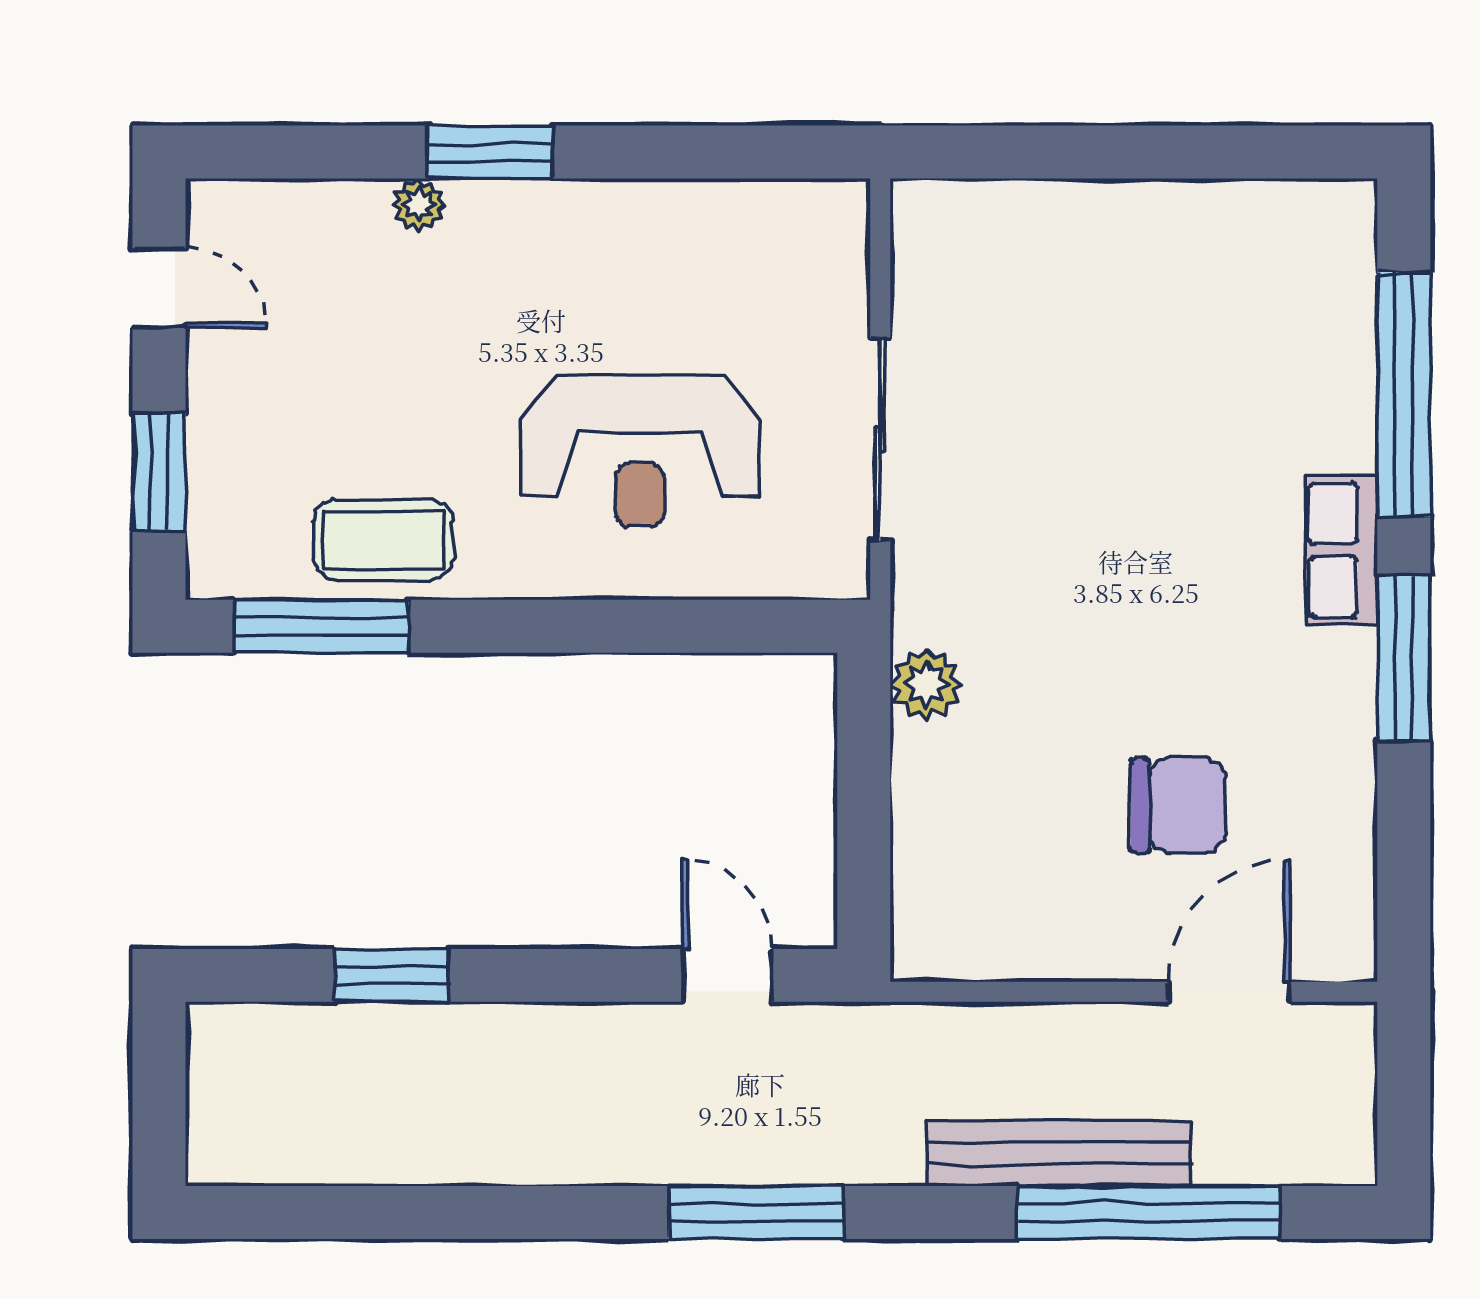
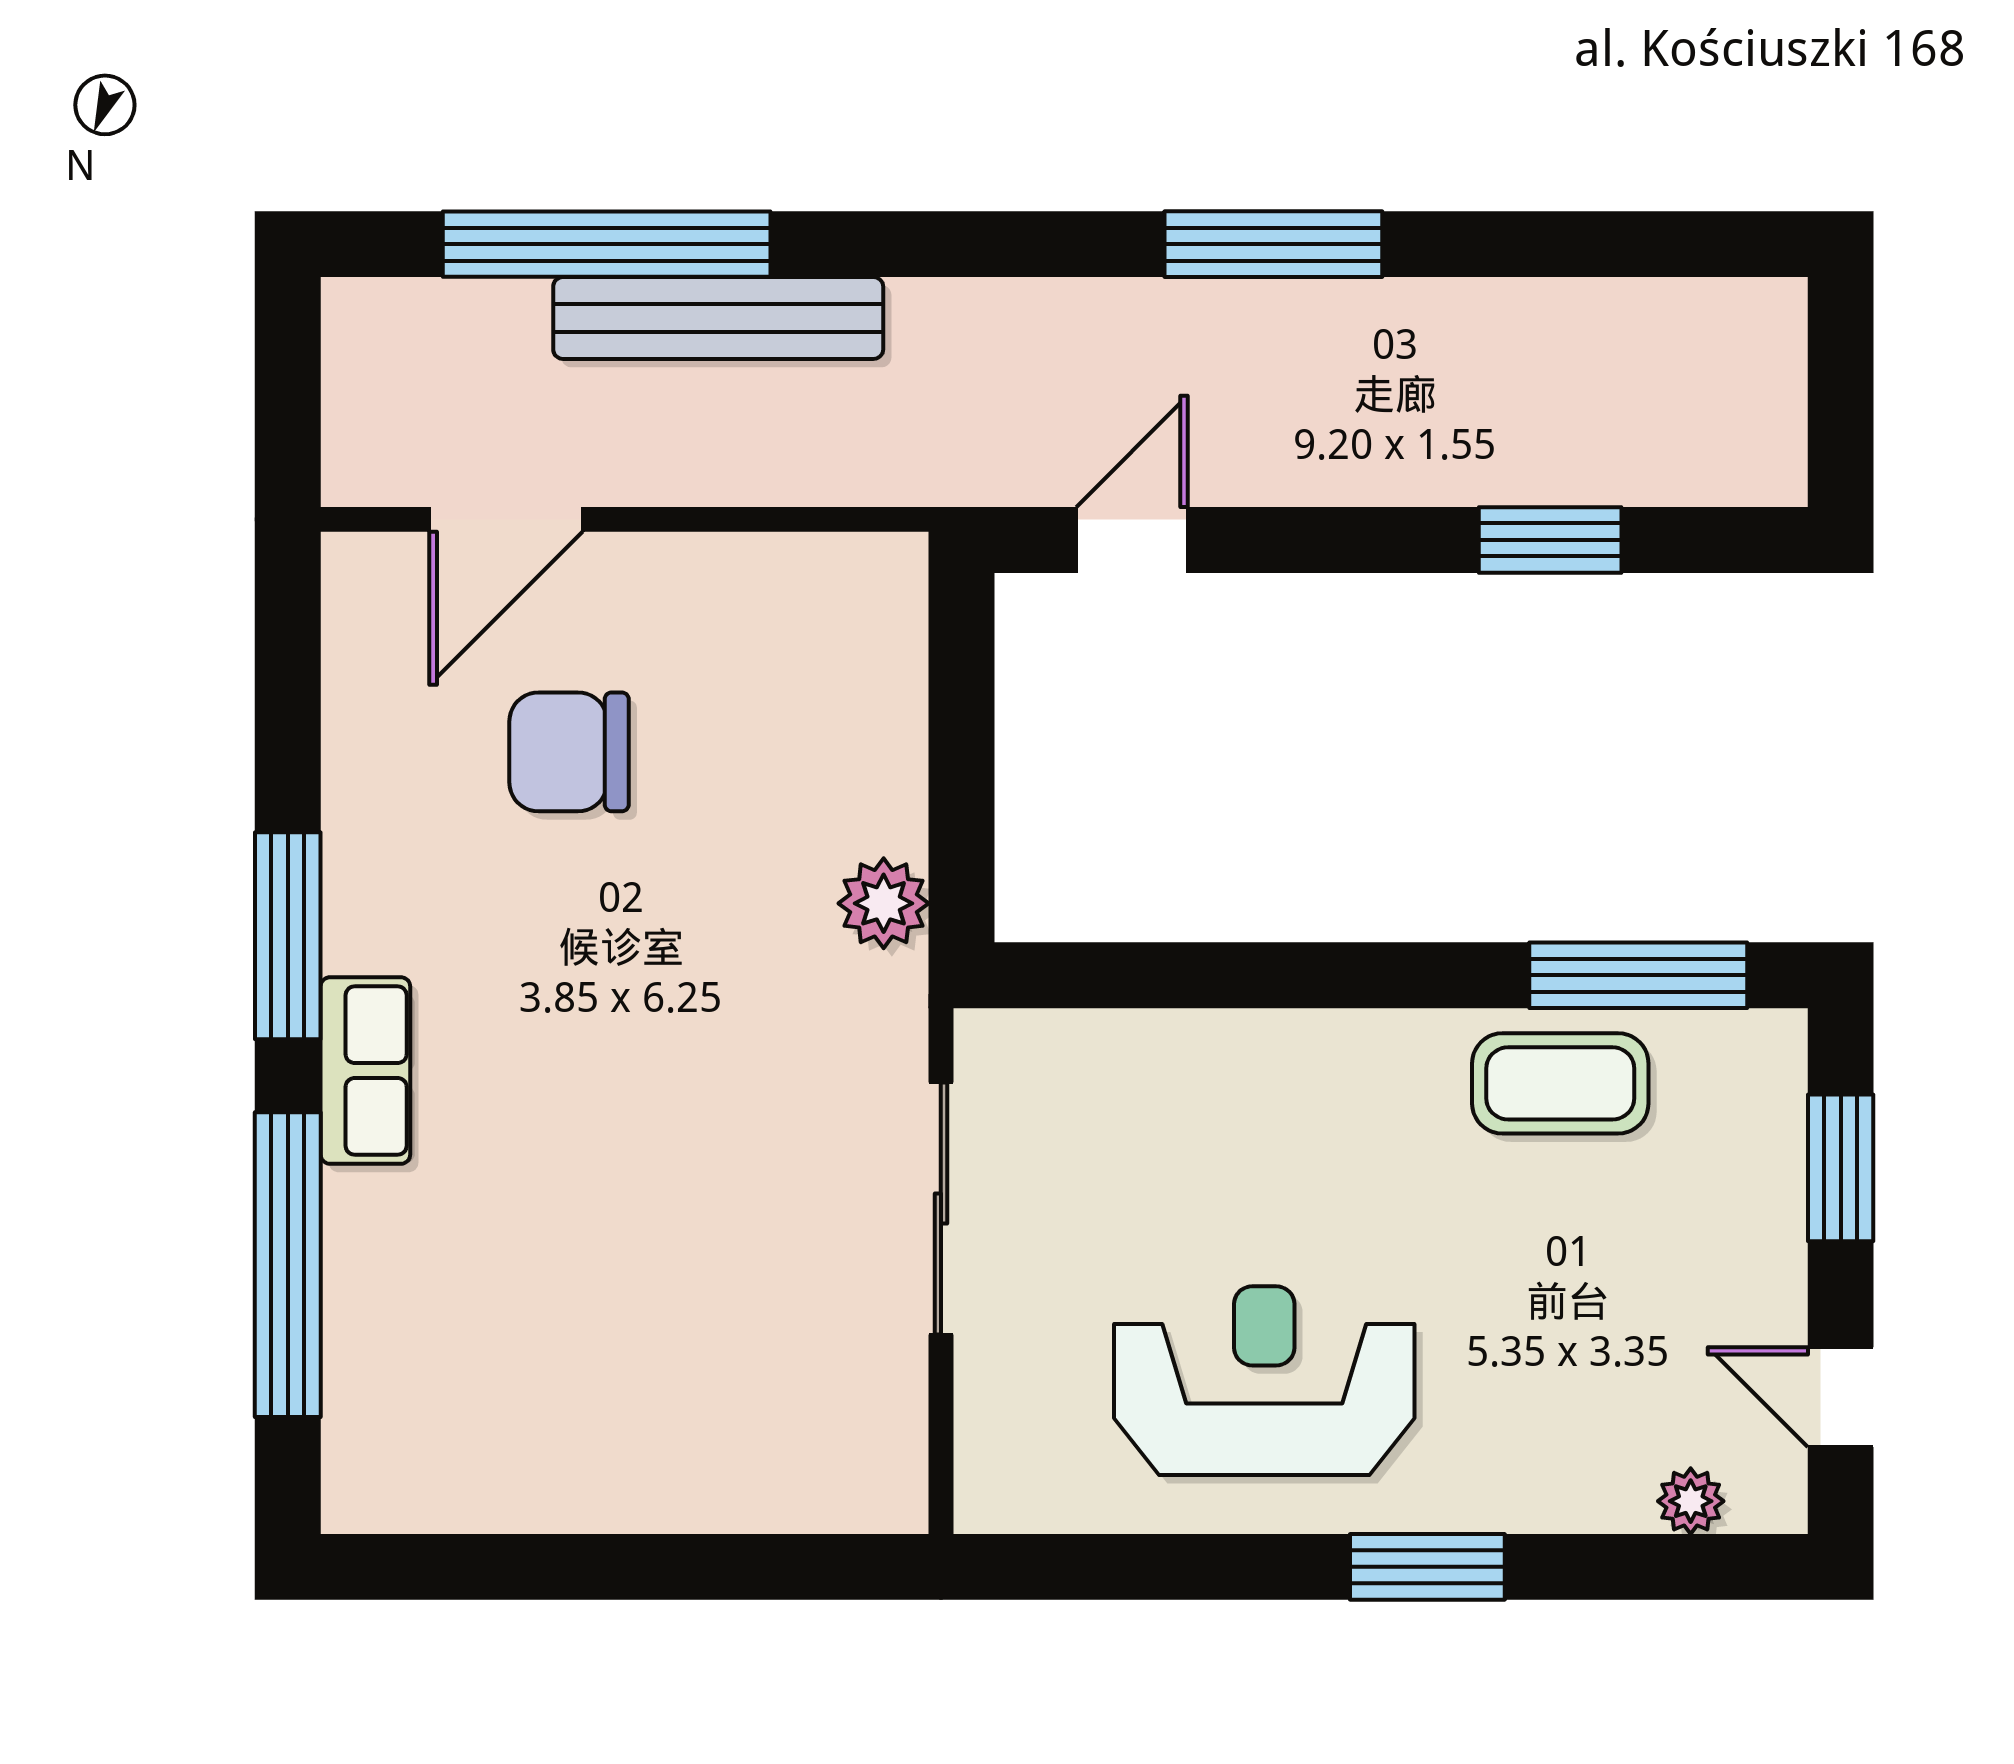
plant: (418, 205) -> (1691, 1501), moved
reception desk: (640, 451) -> (1264, 1381), moved
door: (727, 975) -> (1132, 540), swing flipped
window: (756, 1212) -> (1273, 244), moved

